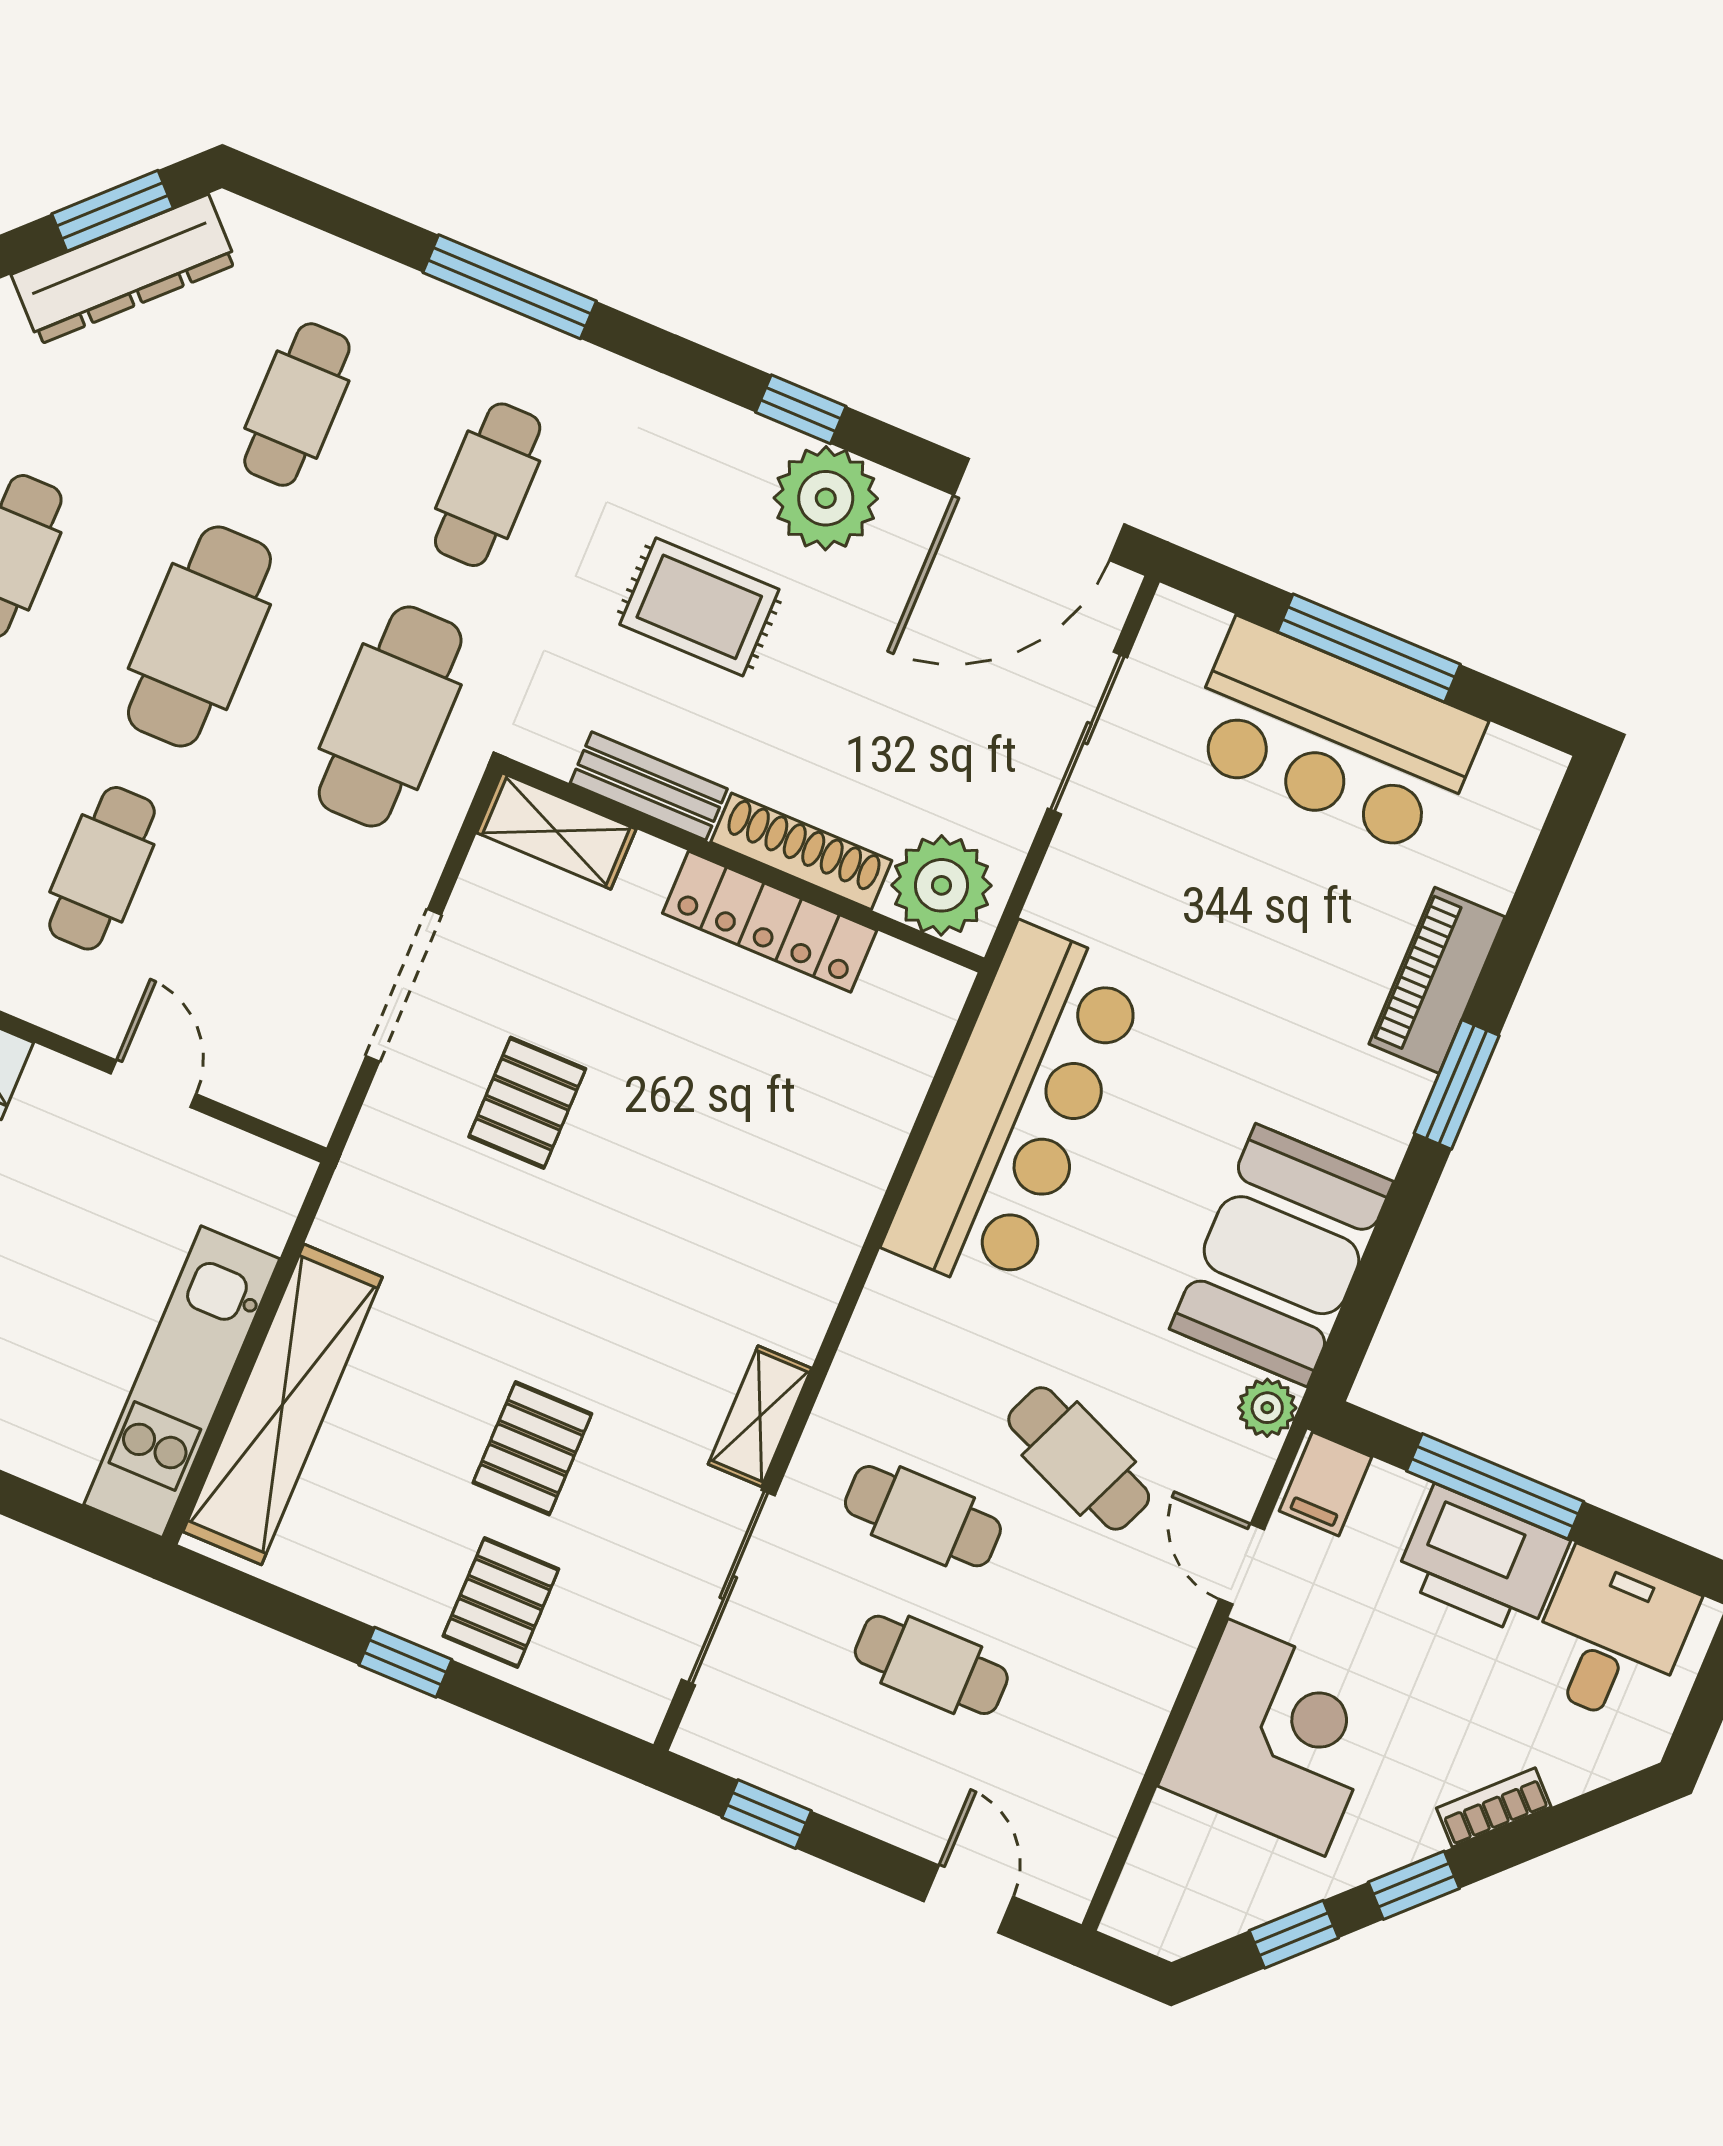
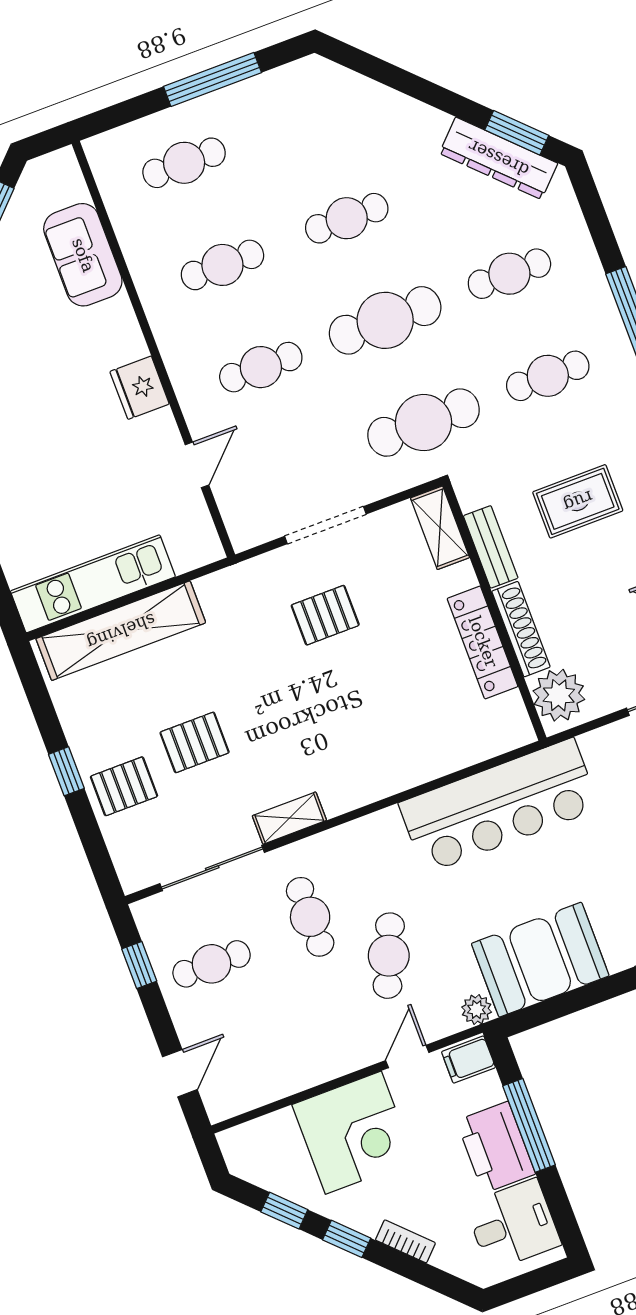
rug: (699, 607) -> (578, 501), turned 90
cafe table: (931, 1665) -> (212, 964), moved, turned 90

